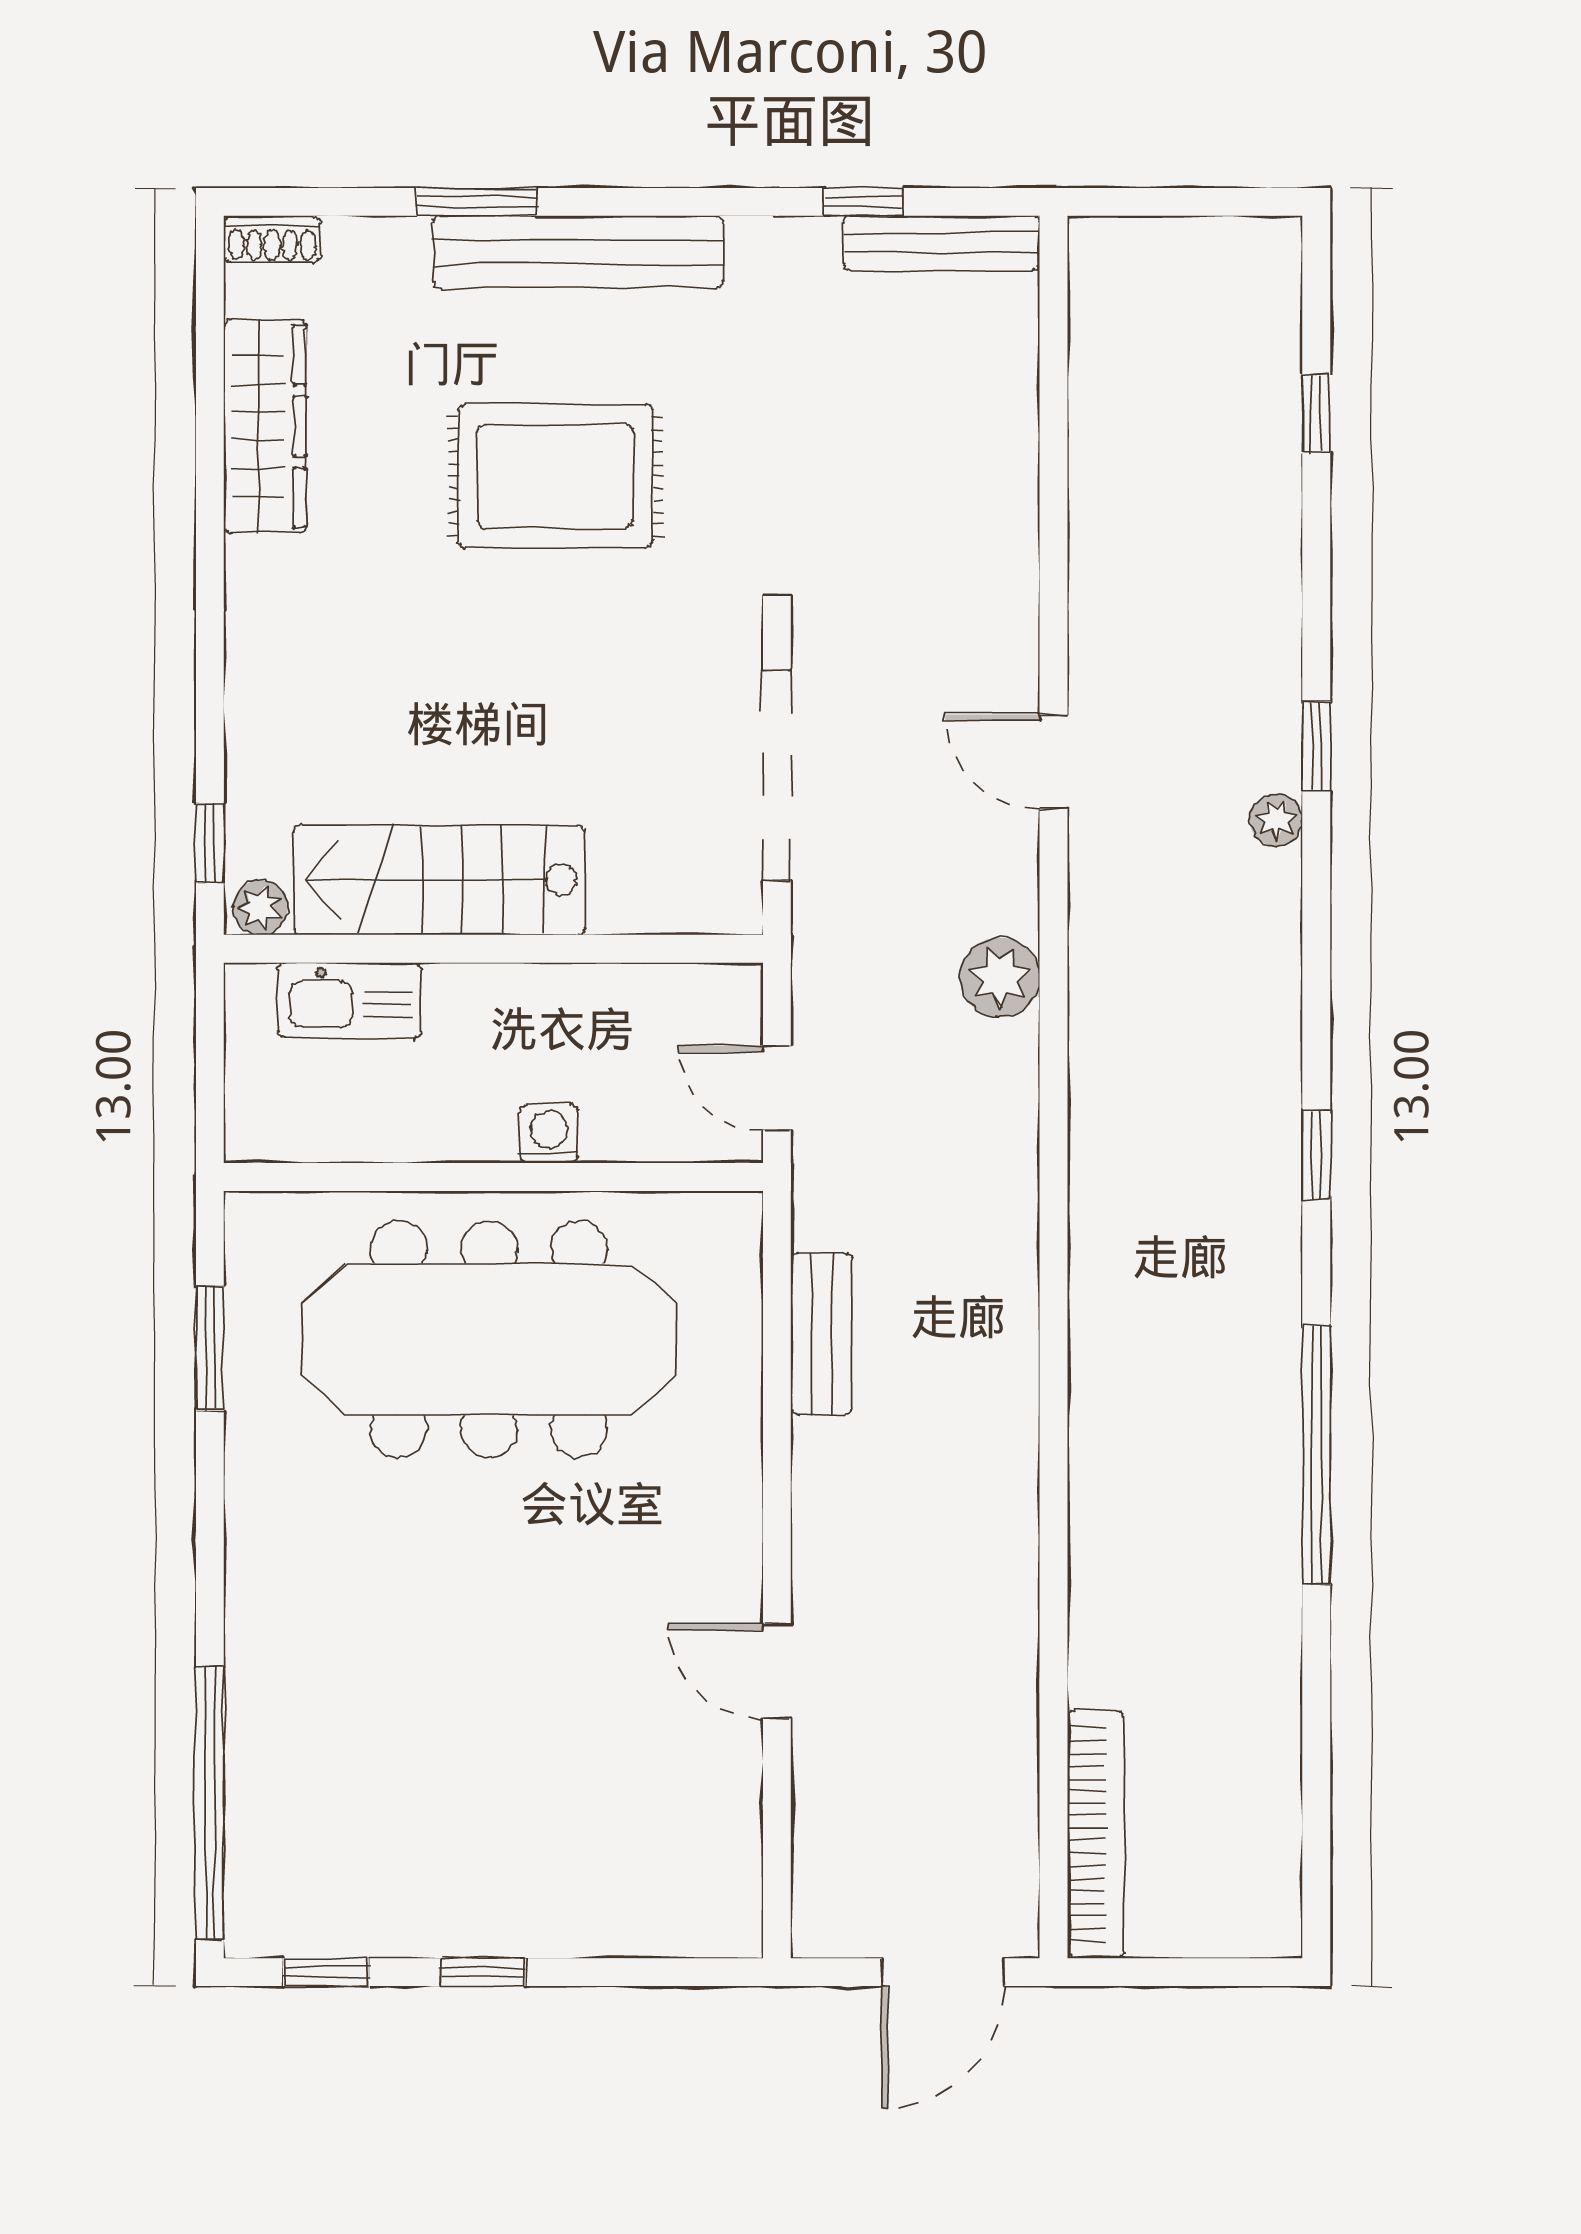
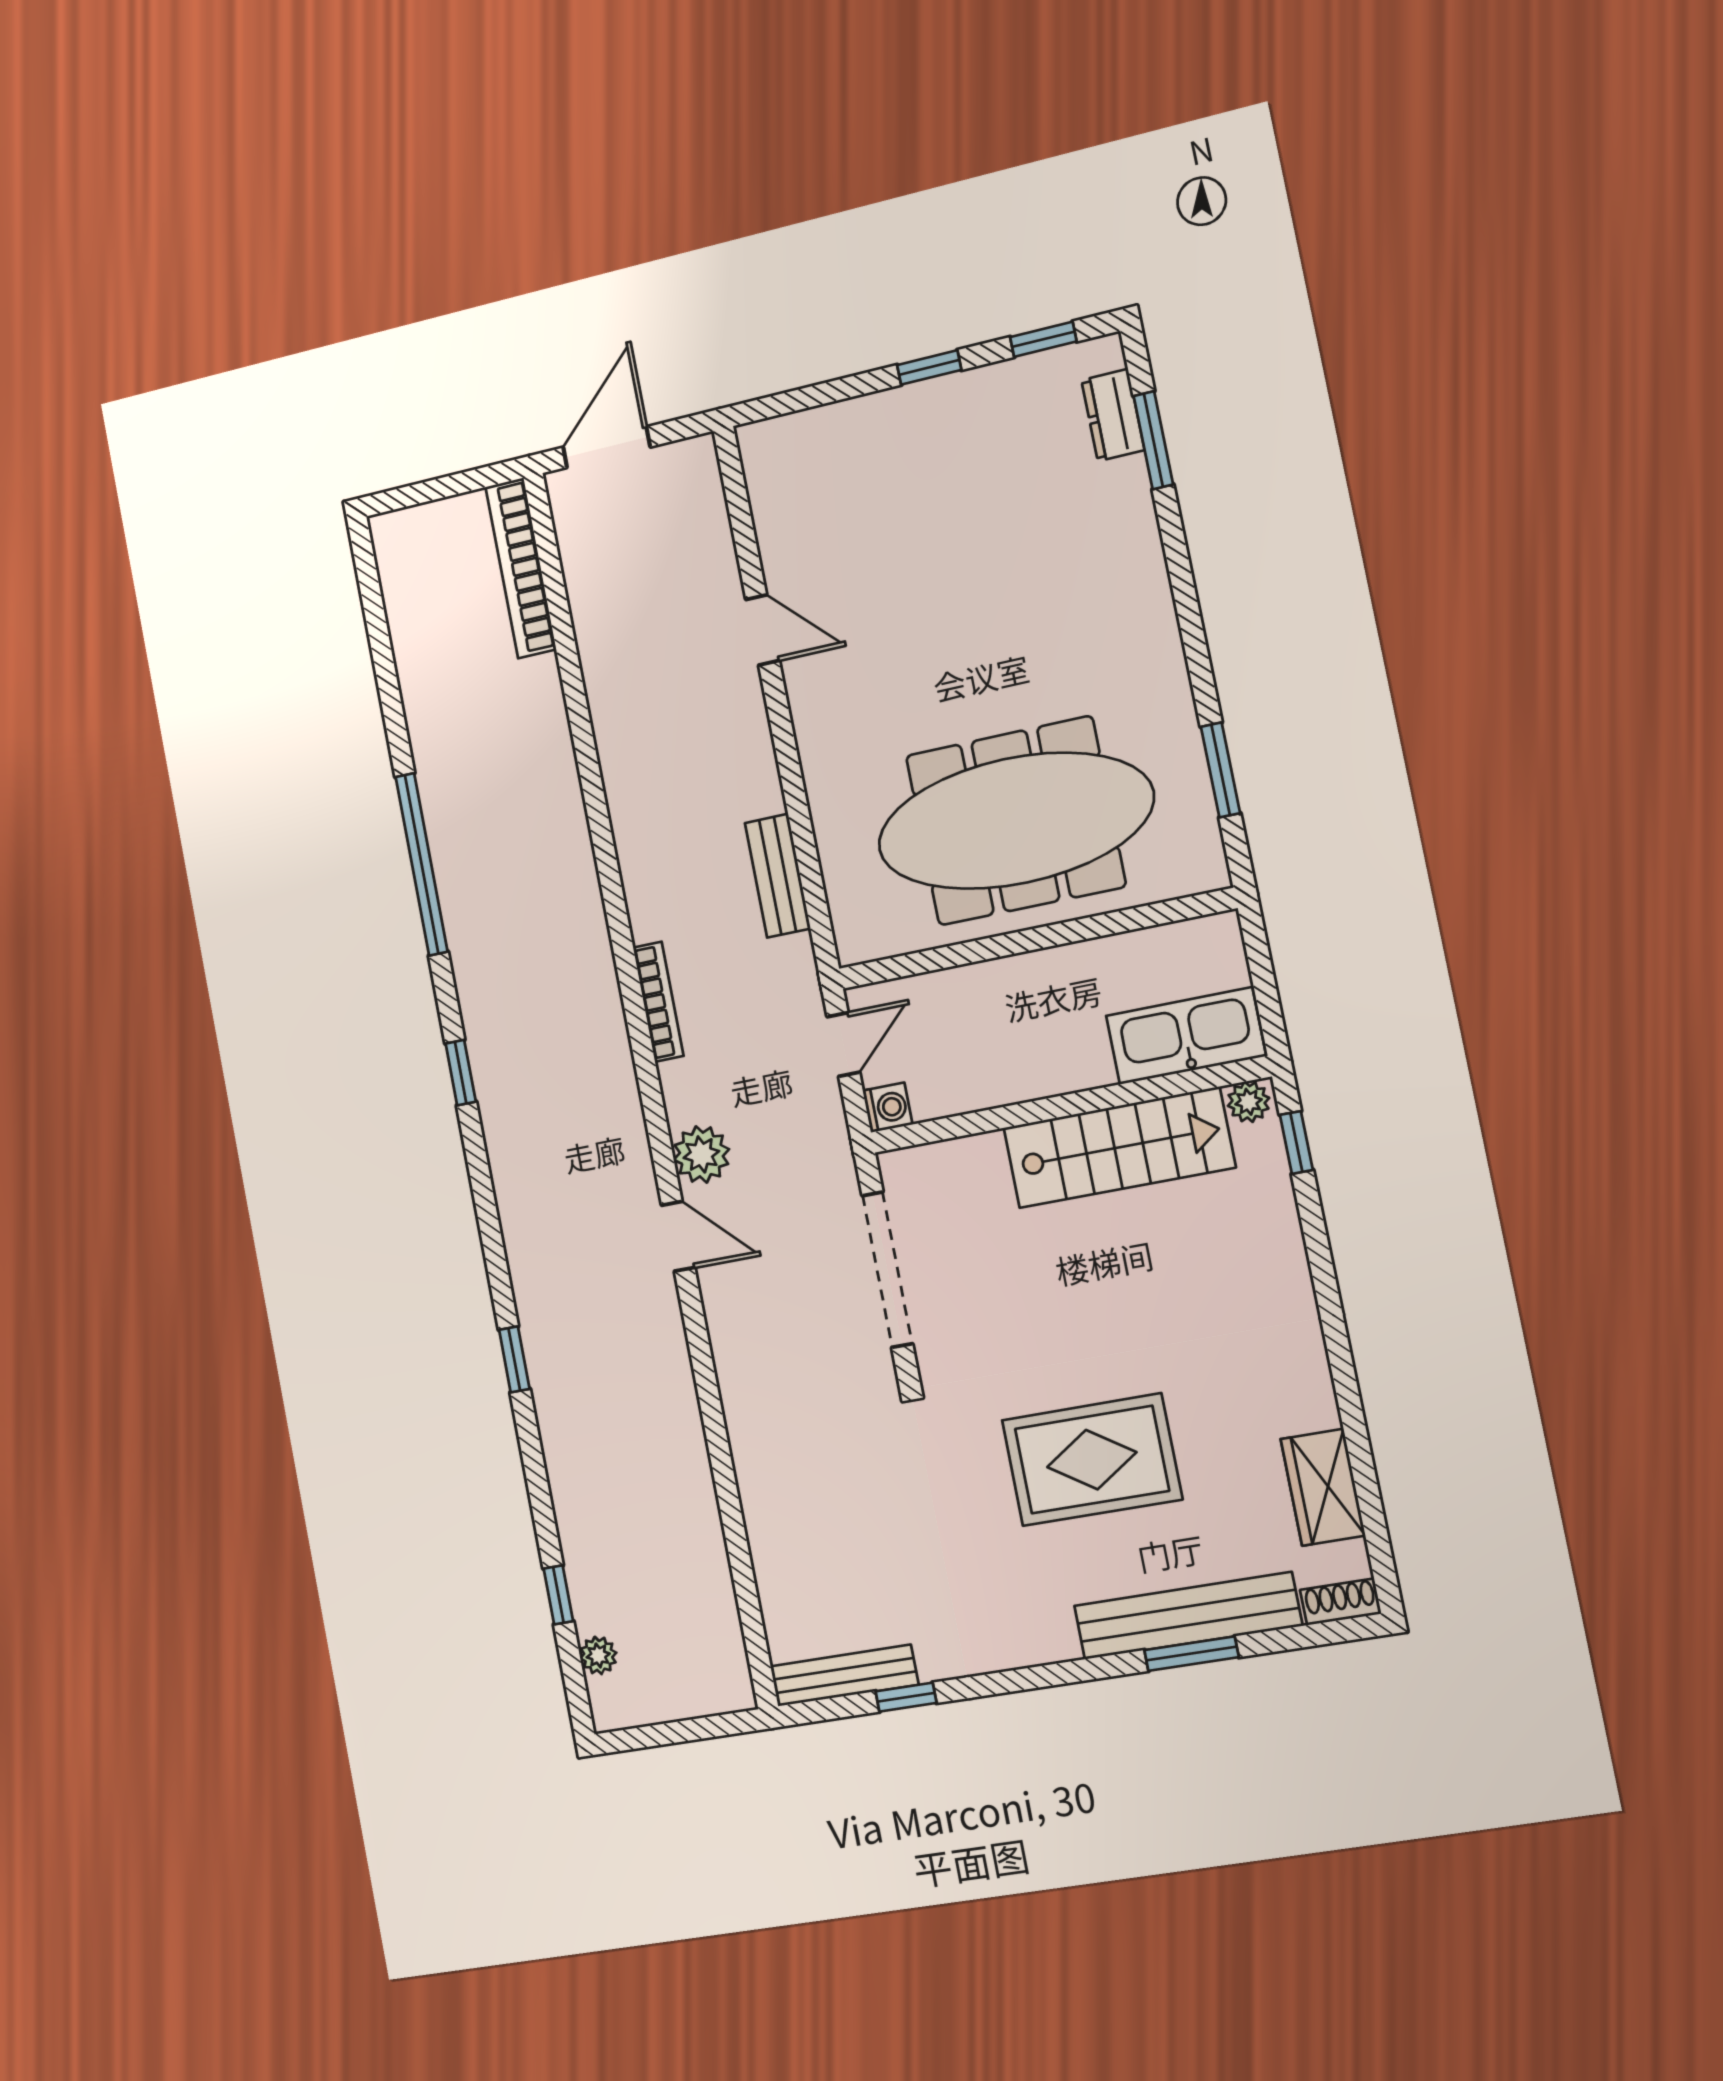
bench: (578, 252) -> (1188, 1616), moved
wardrobe: (265, 426) -> (1323, 1487), width x0.67
door: (1053, 762) -> (678, 1236), moved
plant: (1276, 820) -> (598, 1655), moved
kitchen sink: (350, 1000) -> (1186, 1036), width x1.36, depth x1.24
door: (777, 1088) -> (843, 1044), hinge flipped
washing machine: (549, 1134) -> (888, 1108), moved, turned -90
bookcase: (1019, 1197) -> (658, 1002), added
window: (210, 1803) -> (1153, 440), width x0.47
dresser: (256, 1849) -> (1113, 415), added

